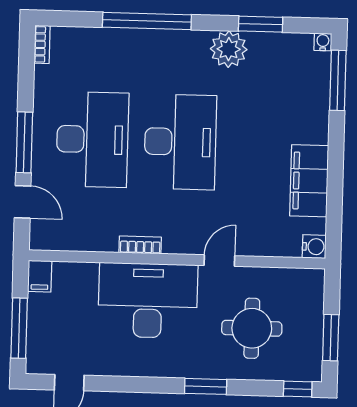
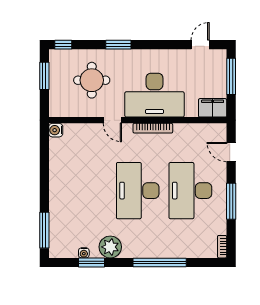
water cooler: (323, 42) -> (84, 253), moved
window: (24, 142) -> (231, 201), moved
filing cabinet: (309, 181) -> (60, 169), removed
bookcase: (140, 245) -> (153, 128), width x1.56
door: (219, 261) -> (112, 120), hinge flipped
filing cabinet: (40, 276) -> (213, 108), width x2.00

